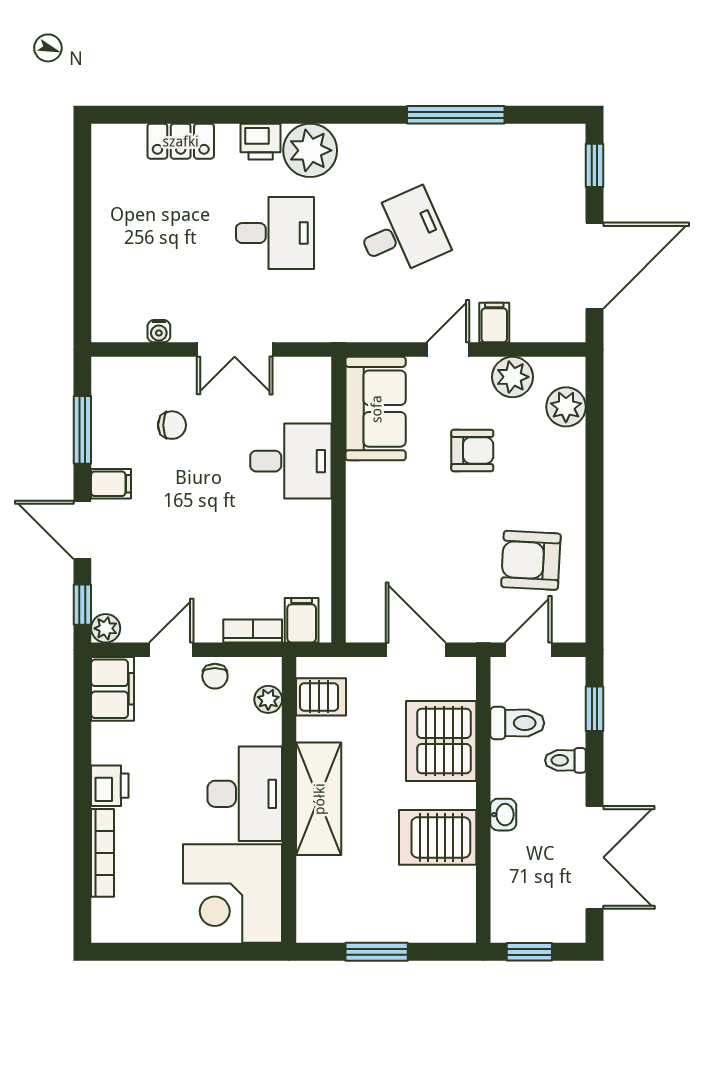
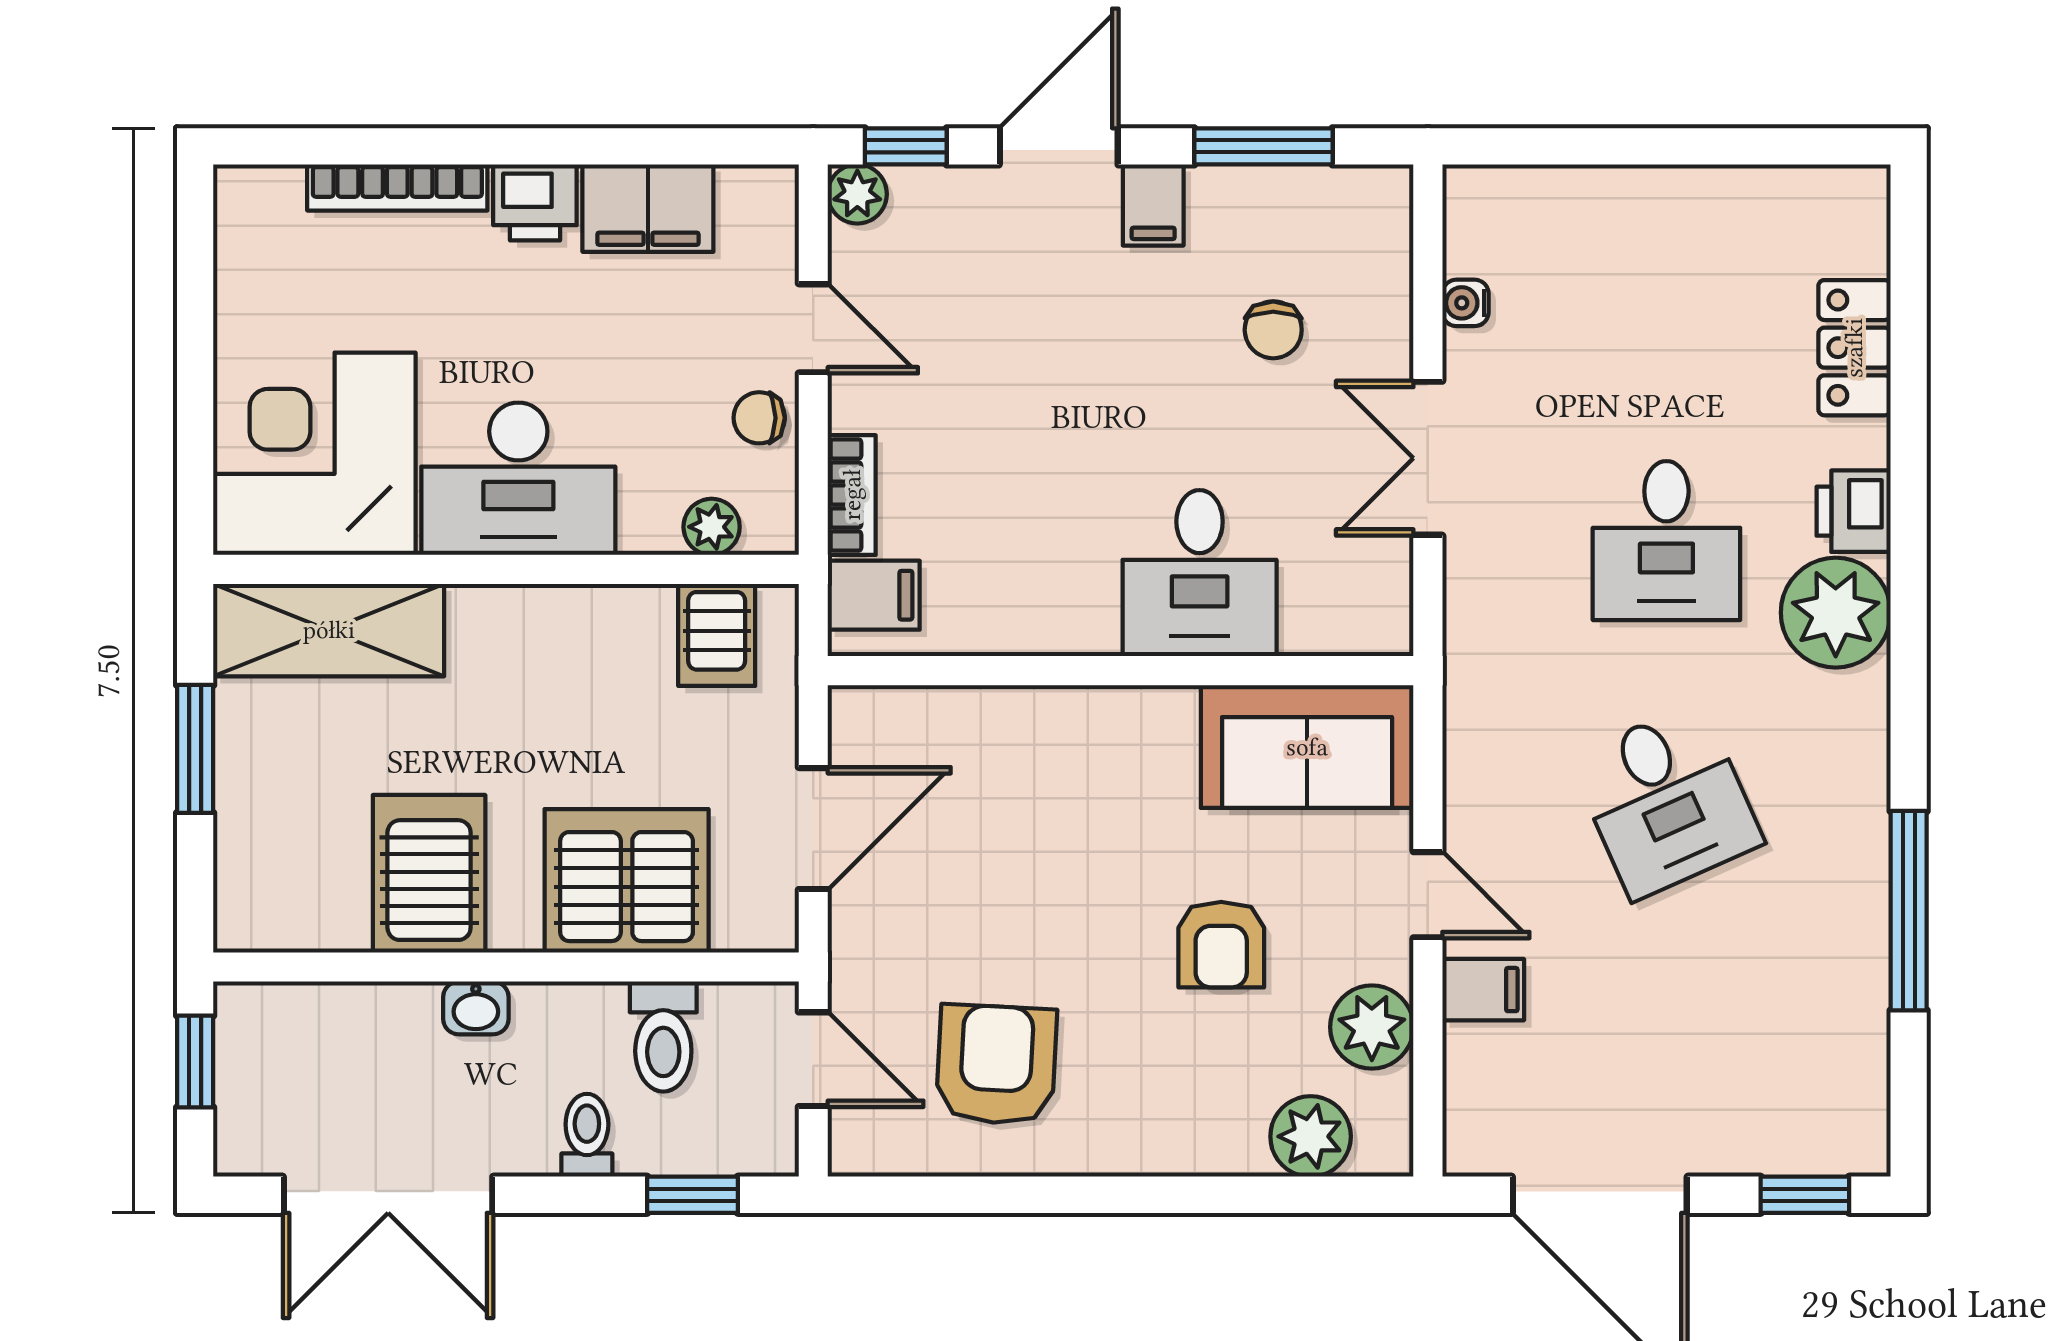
filing cabinet: (113, 689) -> (648, 208), moved
shelving: (319, 799) -> (329, 630), moved

